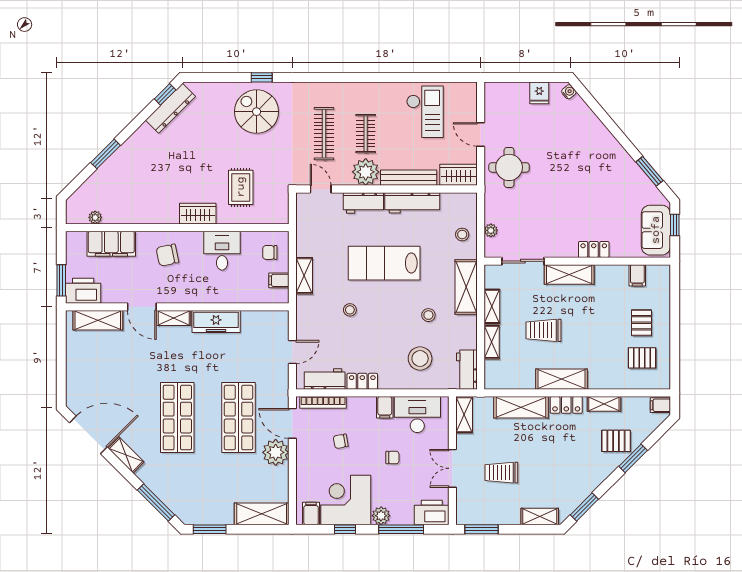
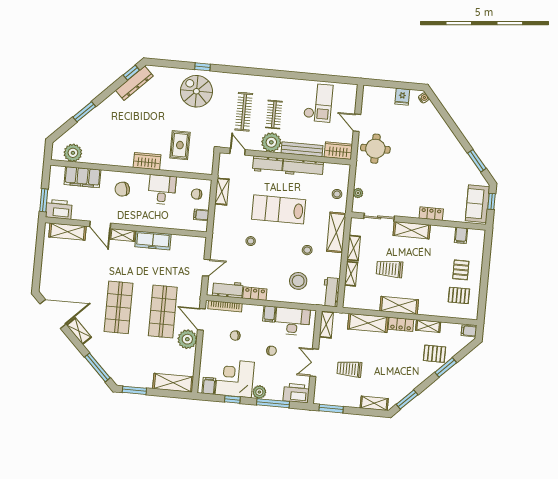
plant: (95, 217) -> (73, 153), width x1.88, depth x1.88
shelving: (304, 276) -> (222, 192), moved

